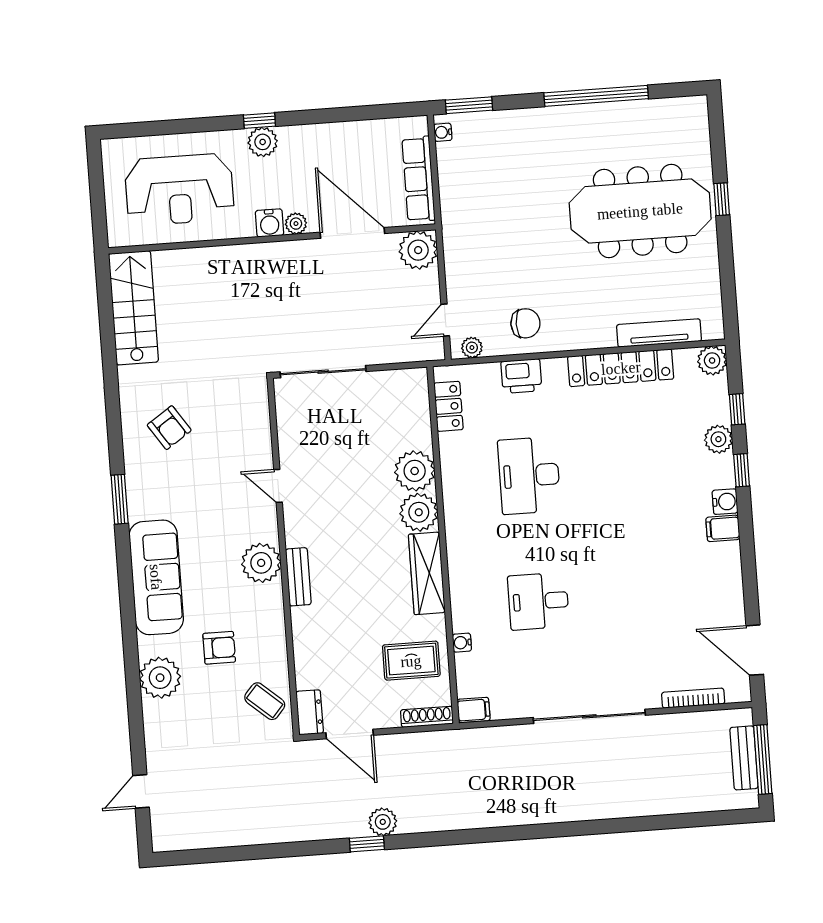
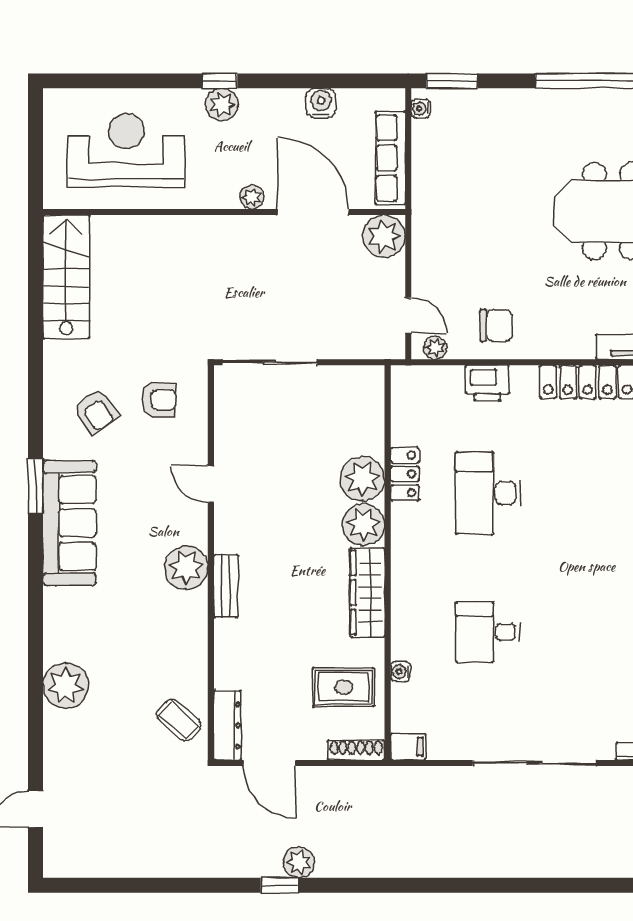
reception desk: (179, 190) -> (126, 150), turned 180
water cooler: (270, 223) -> (321, 103), moved, turned 180
door: (445, 320) -> (408, 315), swing flipped
locker: (449, 406) -> (405, 474), moved
sofa: (156, 577) -> (69, 523), moved
armchair: (219, 648) -> (159, 400), moved
dresser: (310, 712) -> (227, 725), width x1.44

